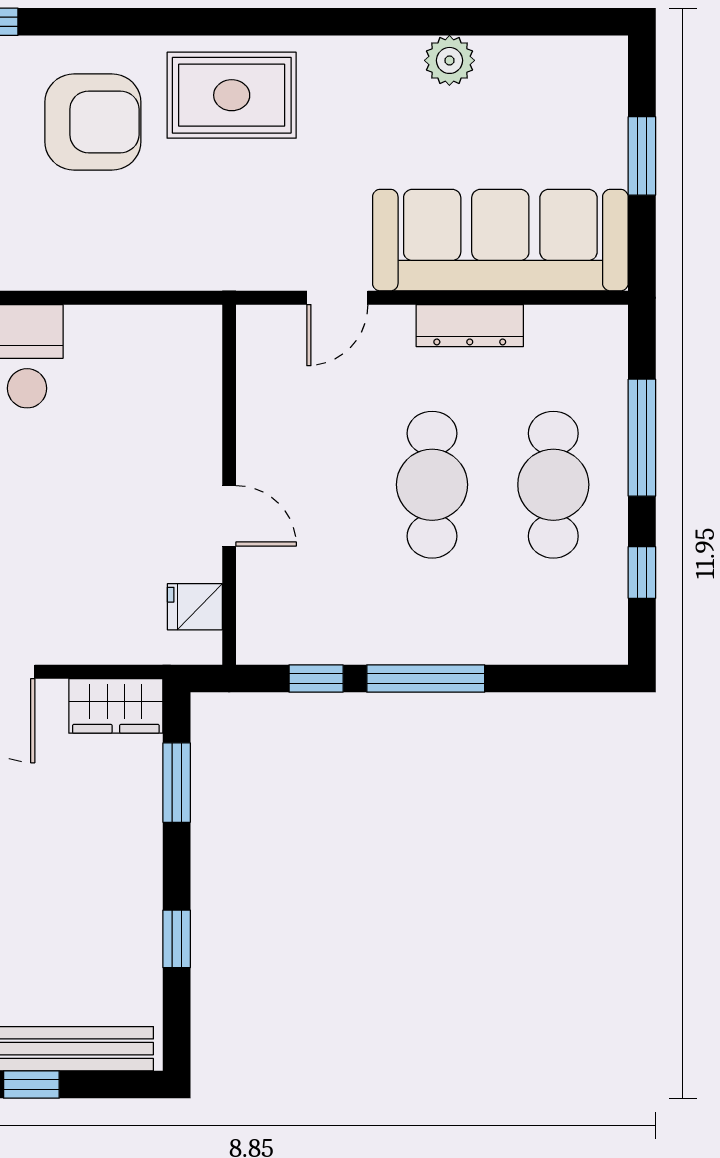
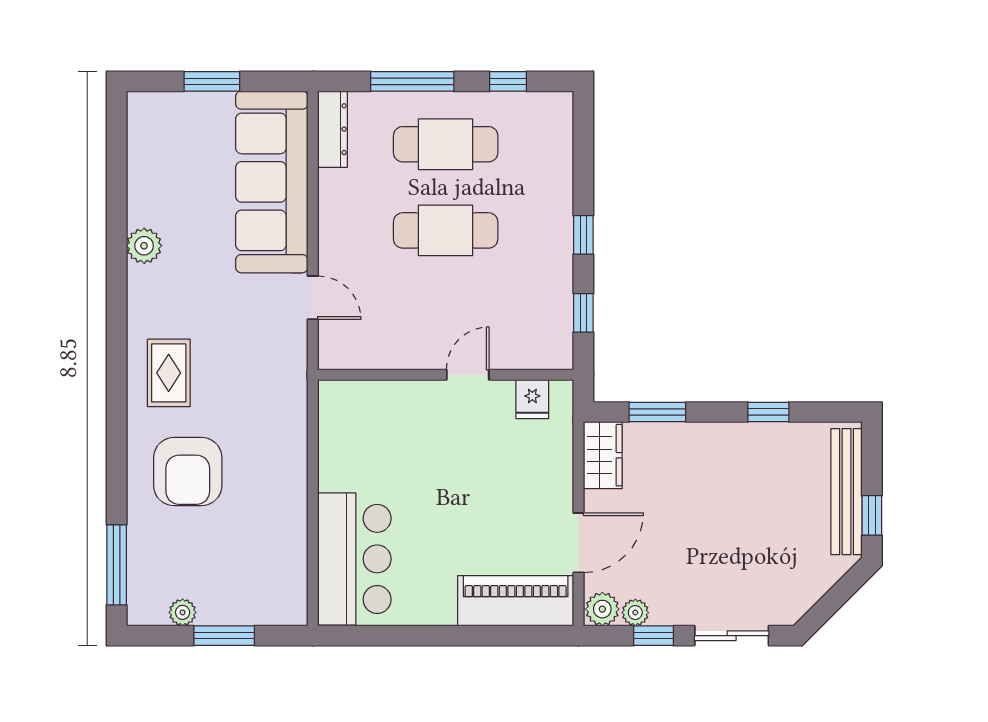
plant: (449, 60) -> (144, 246), moved
rug: (232, 95) -> (169, 373), width x0.73, depth x0.70
armchair: (93, 122) -> (188, 472), turned 180
dresser: (470, 326) -> (332, 129), moved
window: (426, 679) -> (583, 235), width x0.46

